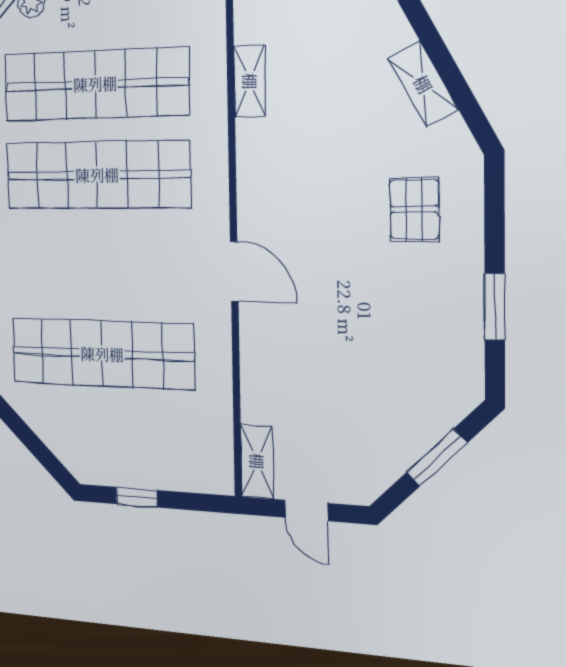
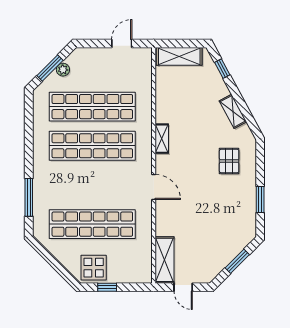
shelving: (250, 81) -> (162, 139), moved
display table: (107, 451) -> (94, 268), added
shelving: (257, 461) -> (164, 260), width x1.50, depth x1.33

